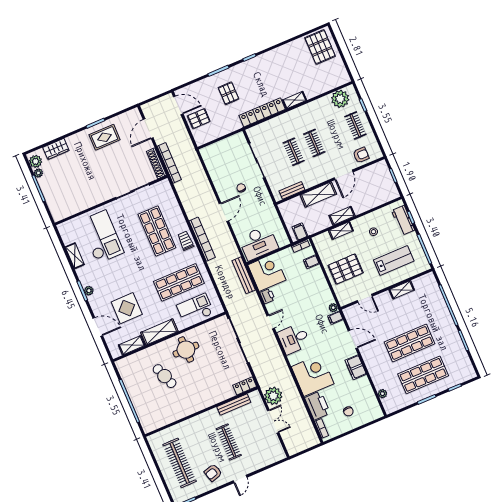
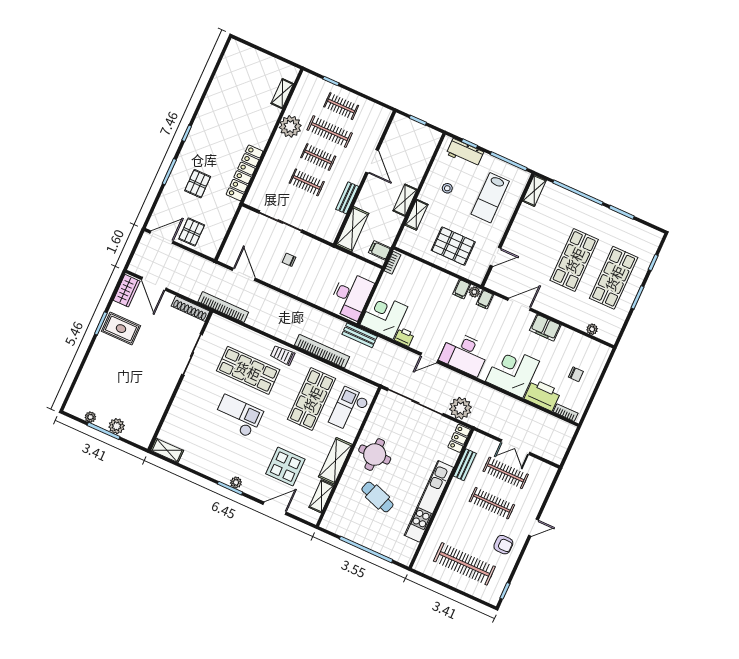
pallet: (320, 47) -> (243, 64), removed
pallet: (228, 93) -> (198, 184), turned 90
plant: (340, 99) -> (290, 126), moved
shelving: (294, 100) -> (282, 94), moved
clothes rail: (335, 134) -> (330, 132), added
rug: (105, 137) -> (121, 329), turned 90
wardrobe: (56, 149) -> (127, 291), moved
armchair: (361, 155) -> (371, 128), removed
plant: (36, 161) -> (117, 426), moved
bookcase: (169, 163) -> (223, 307), moved
bench: (292, 190) -> (347, 198), moved
shelving: (318, 195) -> (353, 229), moved
door: (224, 212) -> (244, 274), moved
checkout: (101, 237) -> (238, 416), moved, width x0.73, depth x0.83
bookcase: (202, 239) -> (322, 351), moved
shelving: (75, 256) -> (167, 450), moved
lab bench: (394, 261) -> (490, 198), turned 180
filing cabinet: (311, 262) -> (462, 289), moved
pallet: (346, 269) -> (453, 246), turned 90
bench: (244, 275) -> (360, 335), width x0.73
shelving: (402, 290) -> (534, 191), moved
door: (271, 322) -> (429, 358), swing flipped
desk: (294, 339) -> (465, 354), width x1.37
cafe table: (165, 376) -> (377, 497), turned 40
plant: (273, 396) -> (460, 408), moved
bench: (234, 405) -> (465, 465), width x0.73
kitchen unit: (193, 407) -> (429, 501), added
double door: (273, 422) -> (515, 447), swing flipped
clothes rail: (253, 431) -> (506, 473), added
armchair: (213, 473) -> (503, 545), turned -74
door: (240, 479) -> (533, 528), hinge flipped

